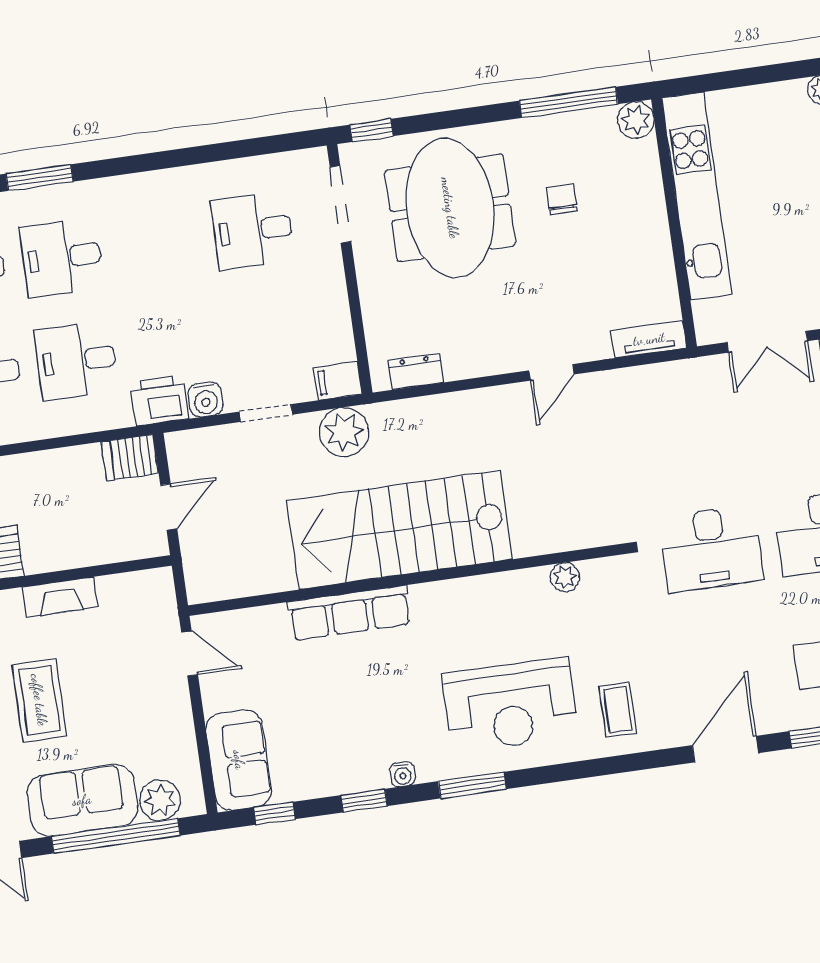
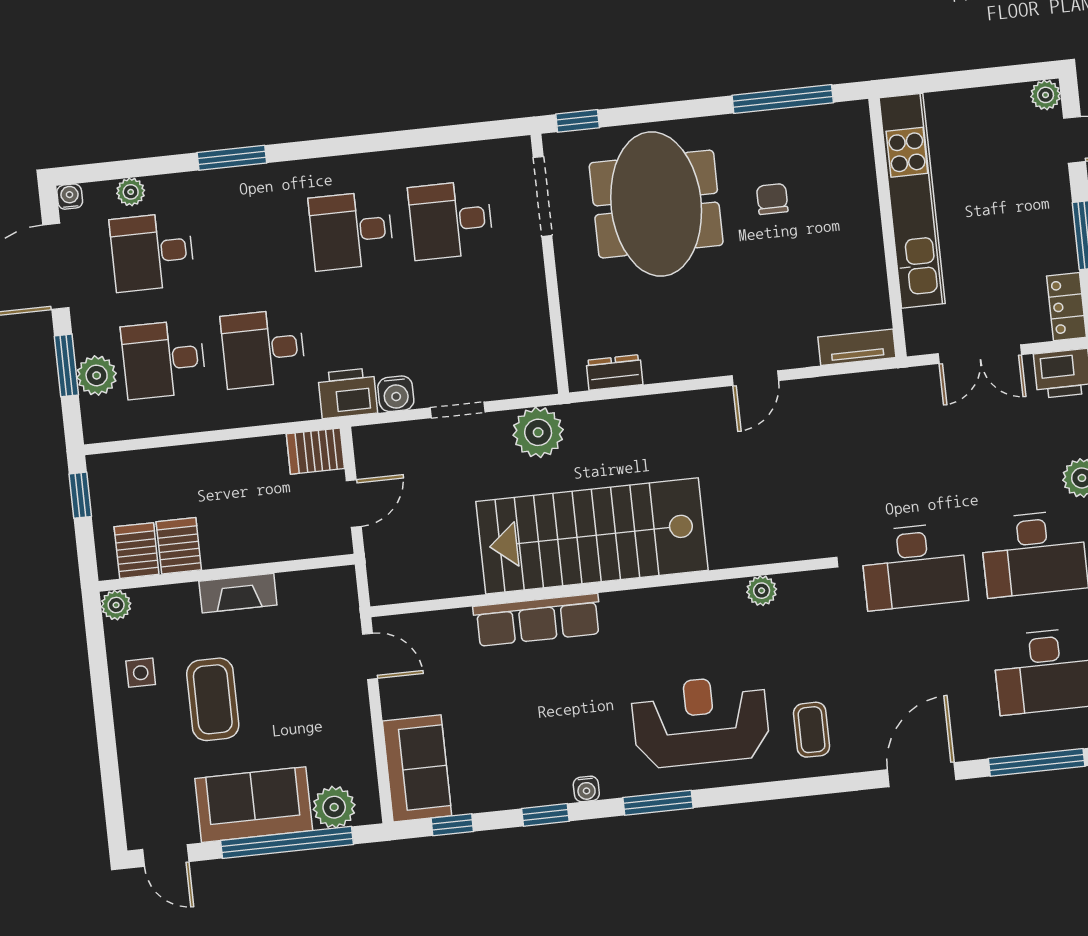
plant: (636, 120) -> (852, 120), removed
desk: (62, 257) -> (351, 231), moved
filing cabinet: (338, 381) -> (533, 379), removed
reception desk: (510, 705) -> (700, 721), turned 180

